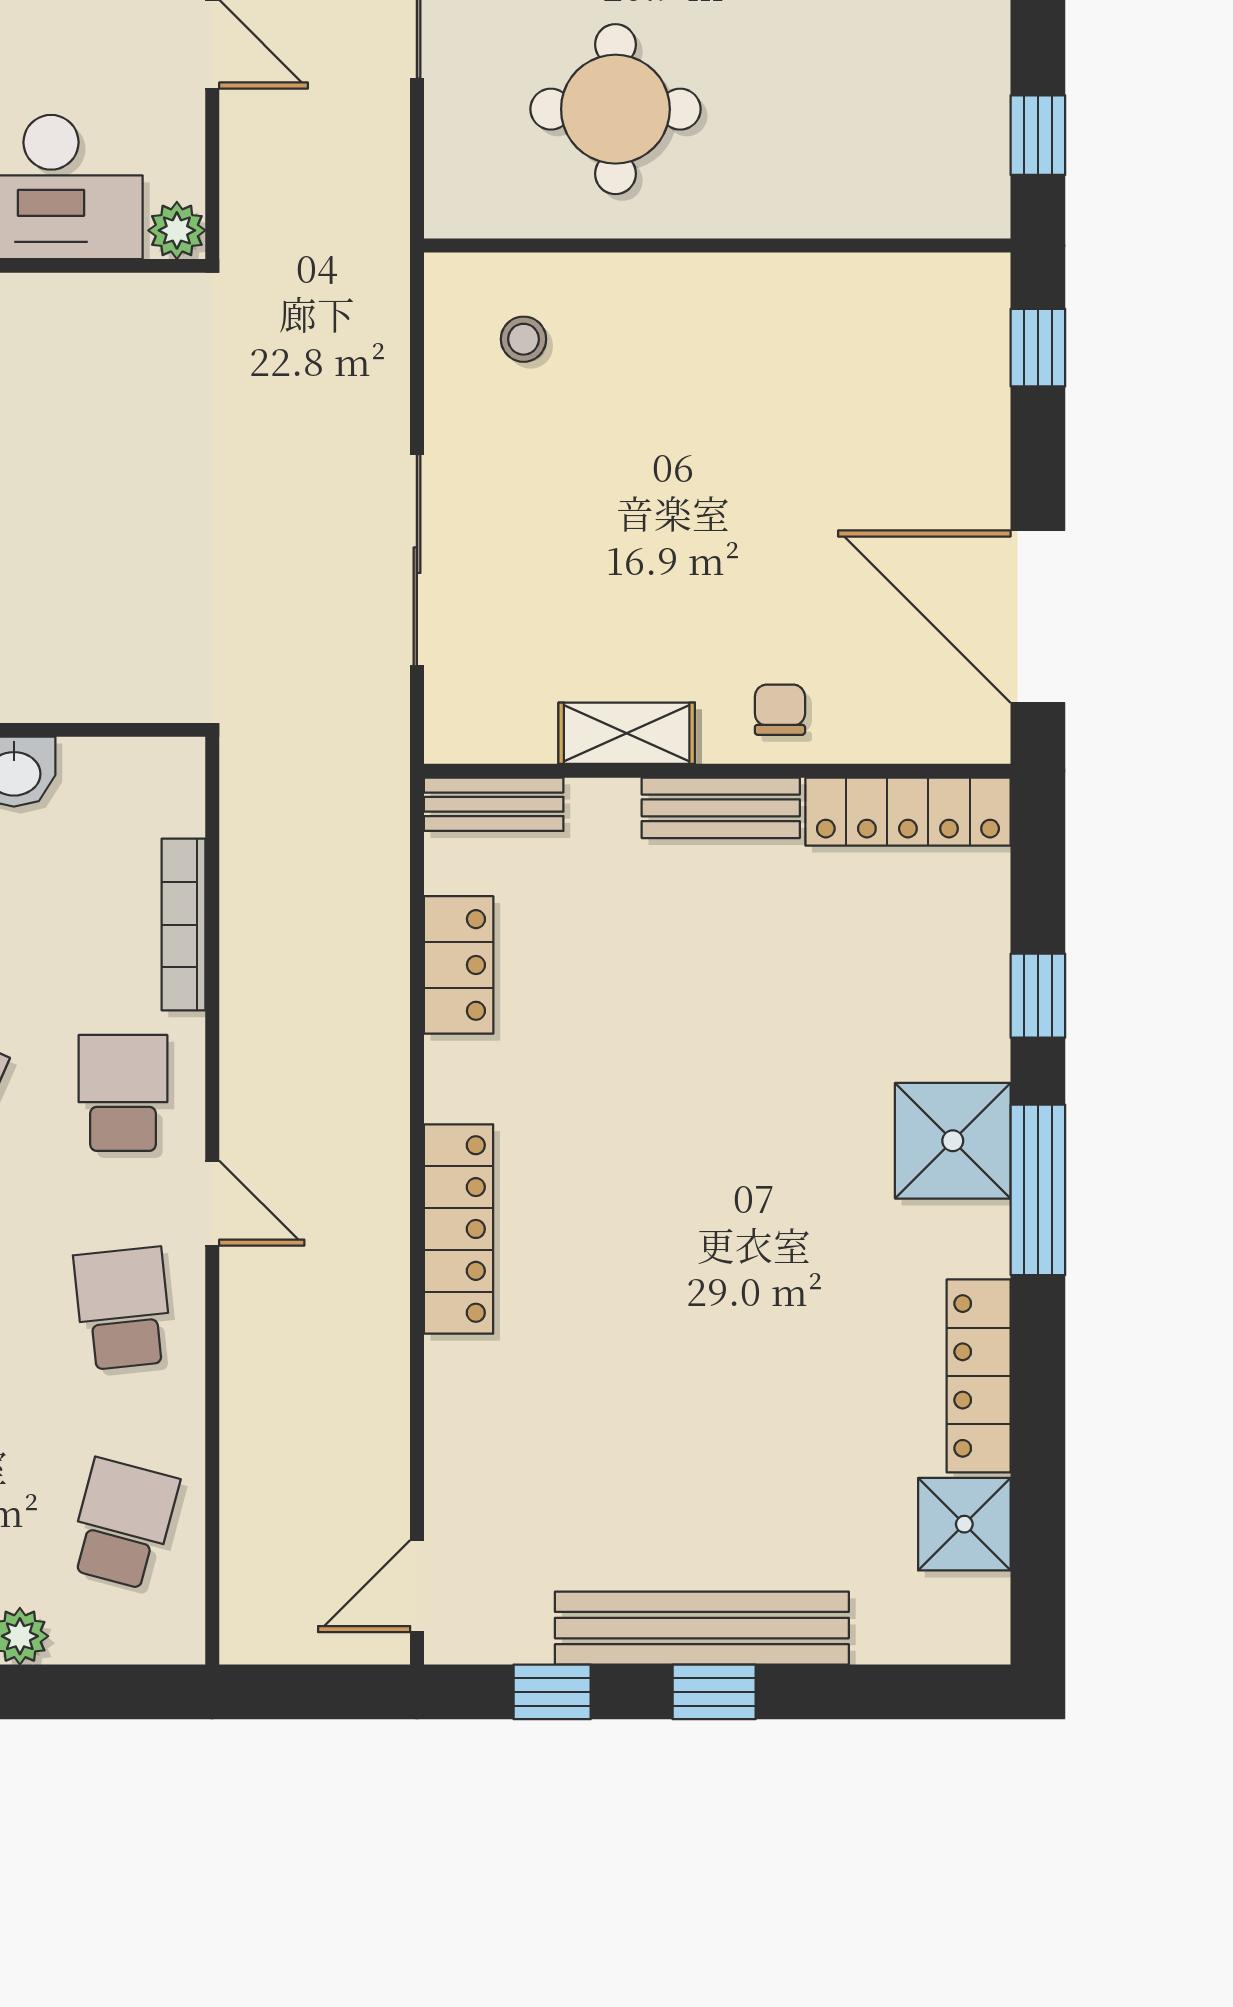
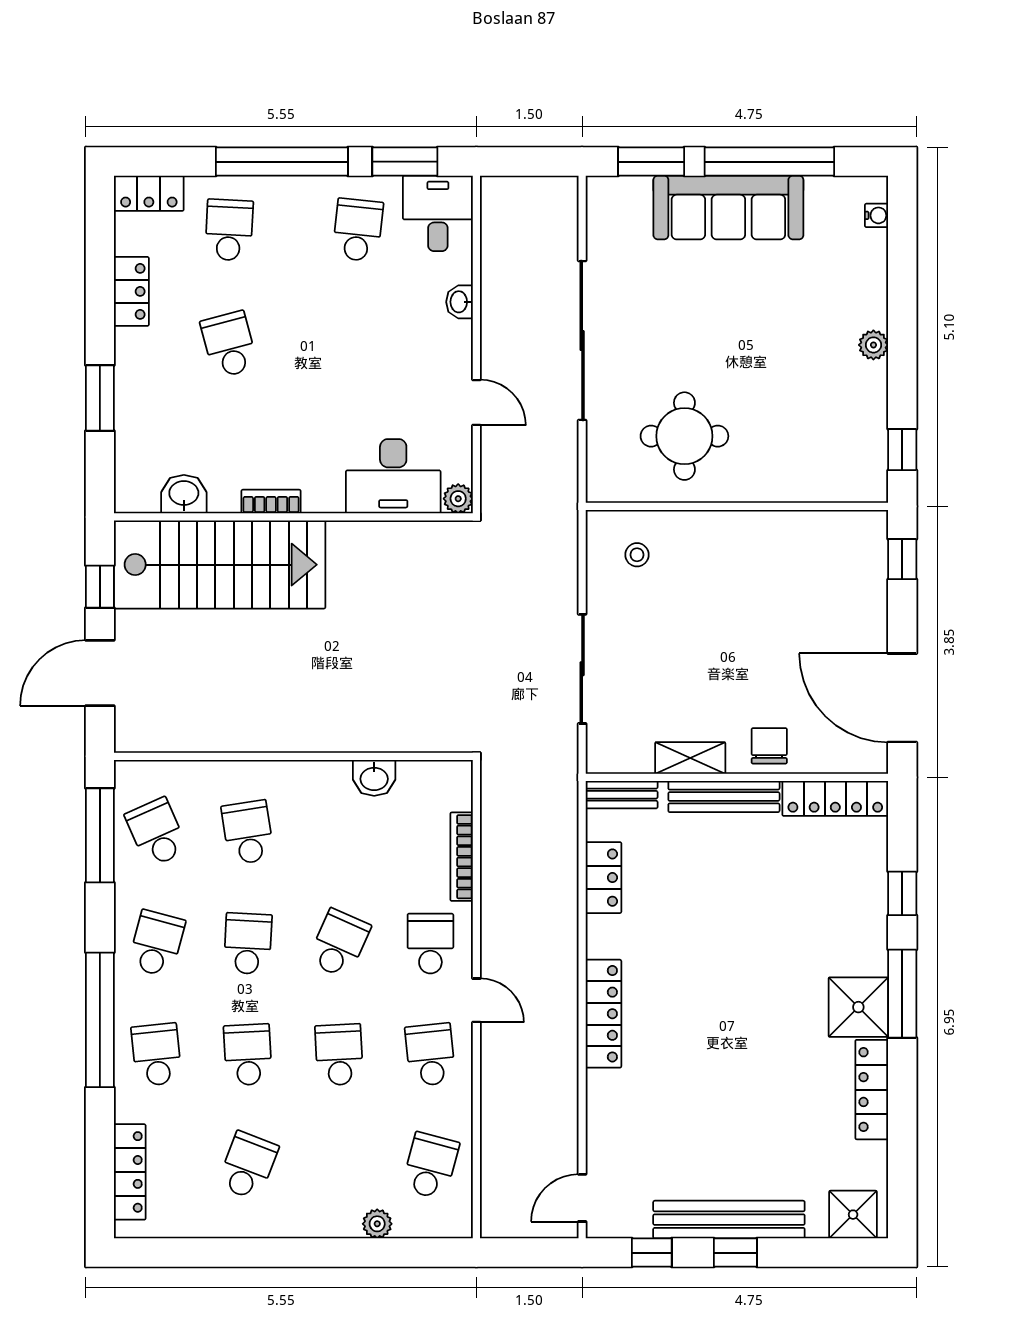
chair: (780, 710) -> (769, 746), width x1.37, depth x1.37
bench: (721, 808) -> (724, 797), width x1.36
shower: (953, 1141) -> (858, 1007), moved
shower: (964, 1524) -> (853, 1215), moved

